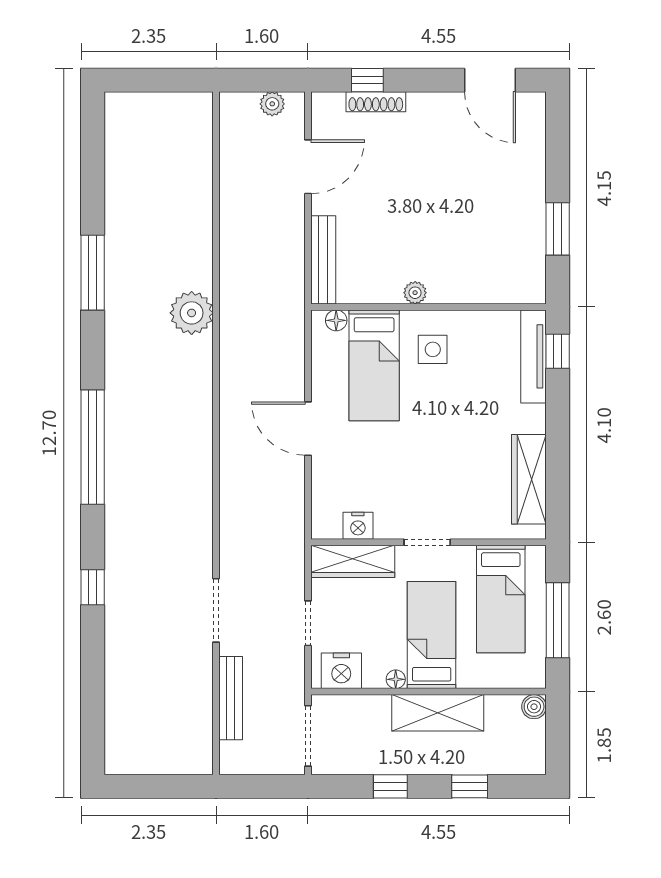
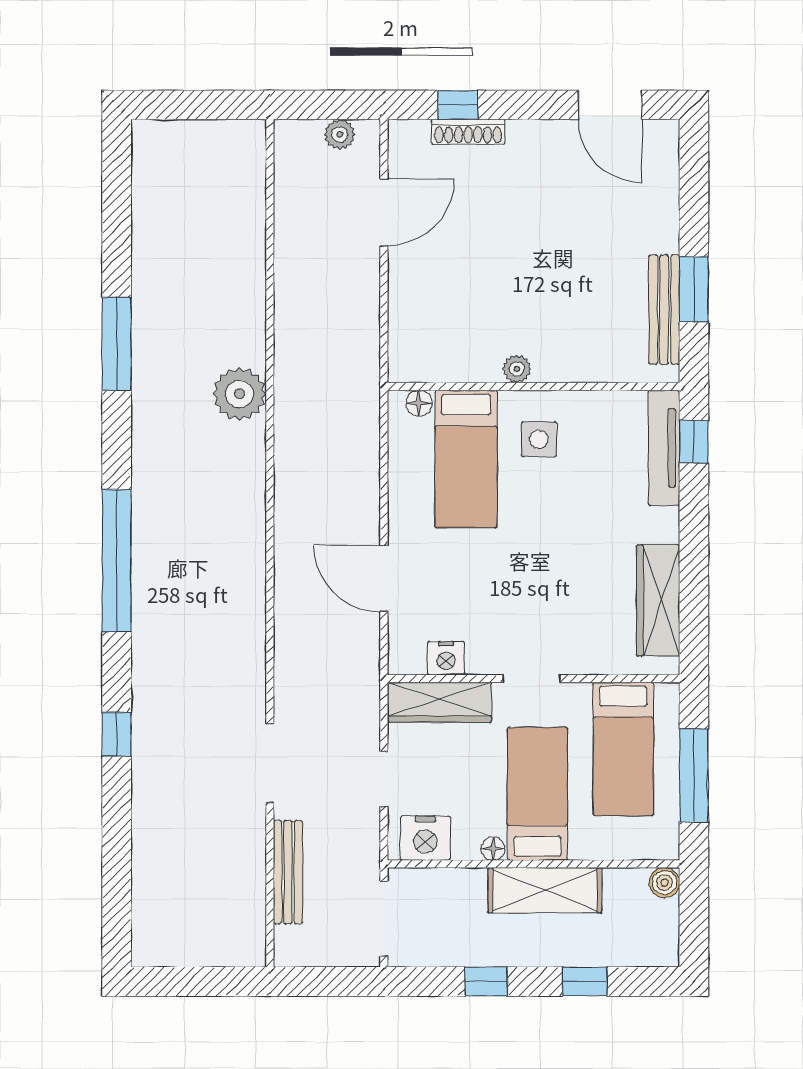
bench: (323, 260) -> (664, 310), moved
door: (308, 429) -> (384, 578), moved

